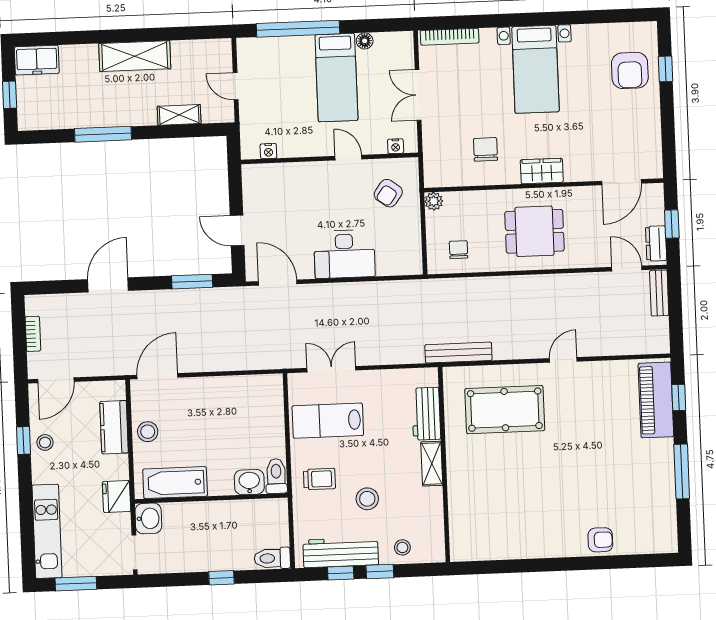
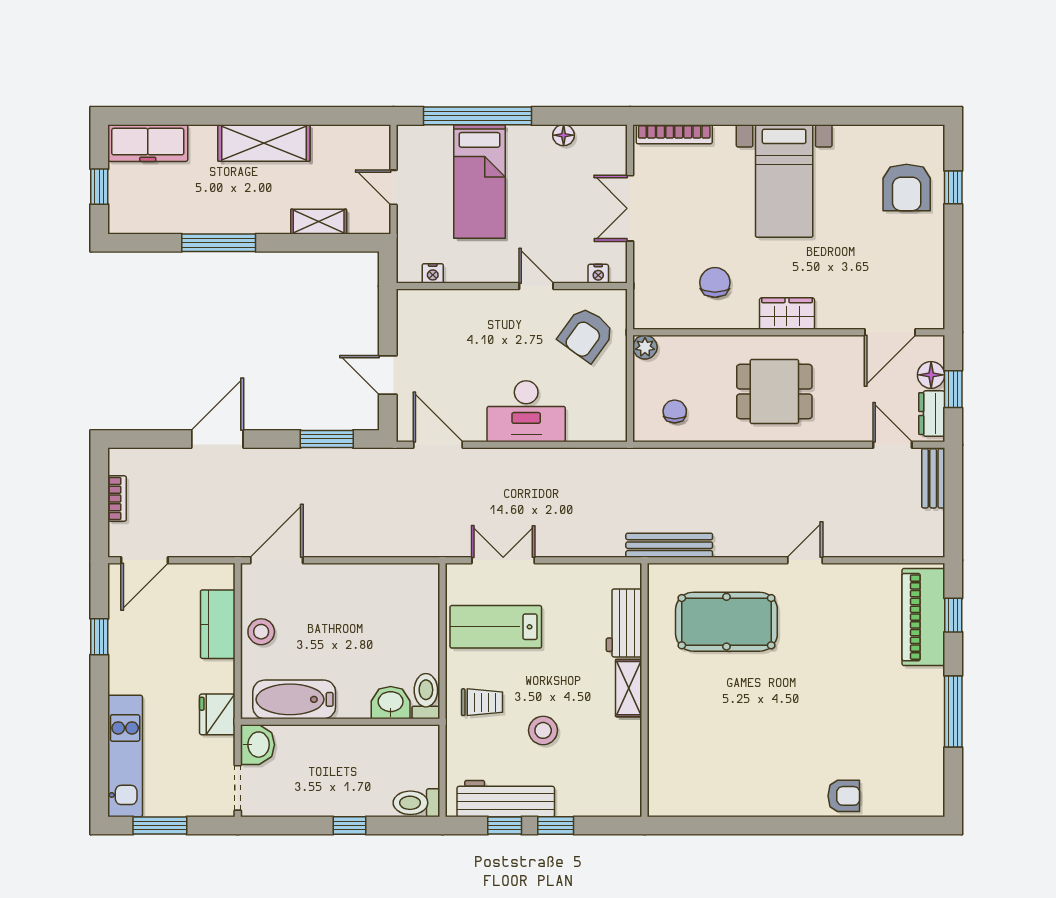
freezer: (37, 60) -> (148, 143), width x1.40
bed: (336, 78) -> (480, 181), moved
armchair: (388, 193) -> (586, 334), width x1.38, depth x1.38
floor lamp: (654, 214) -> (931, 375), added
stool: (45, 442) -> (127, 640), removed
stool: (402, 547) -> (586, 796), removed

